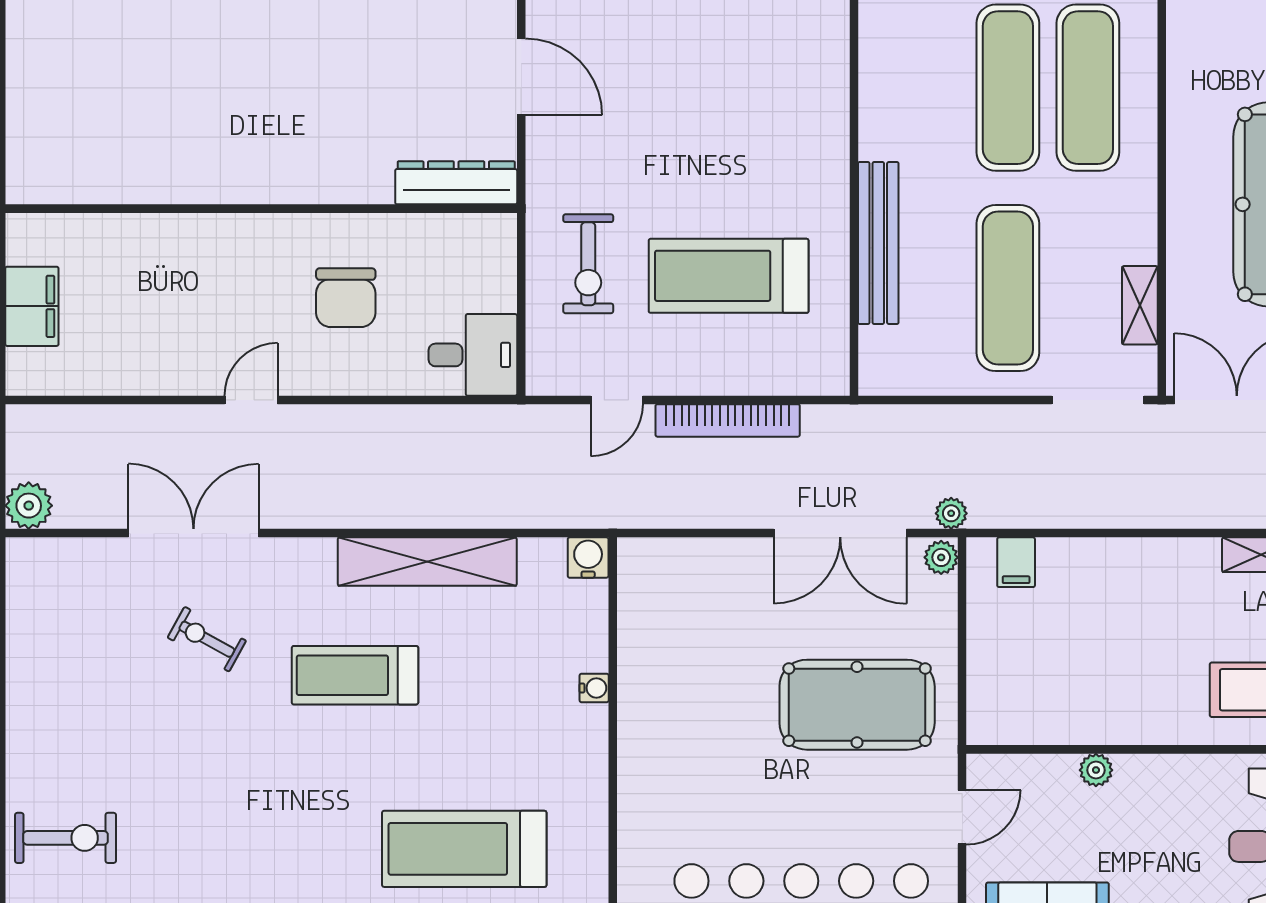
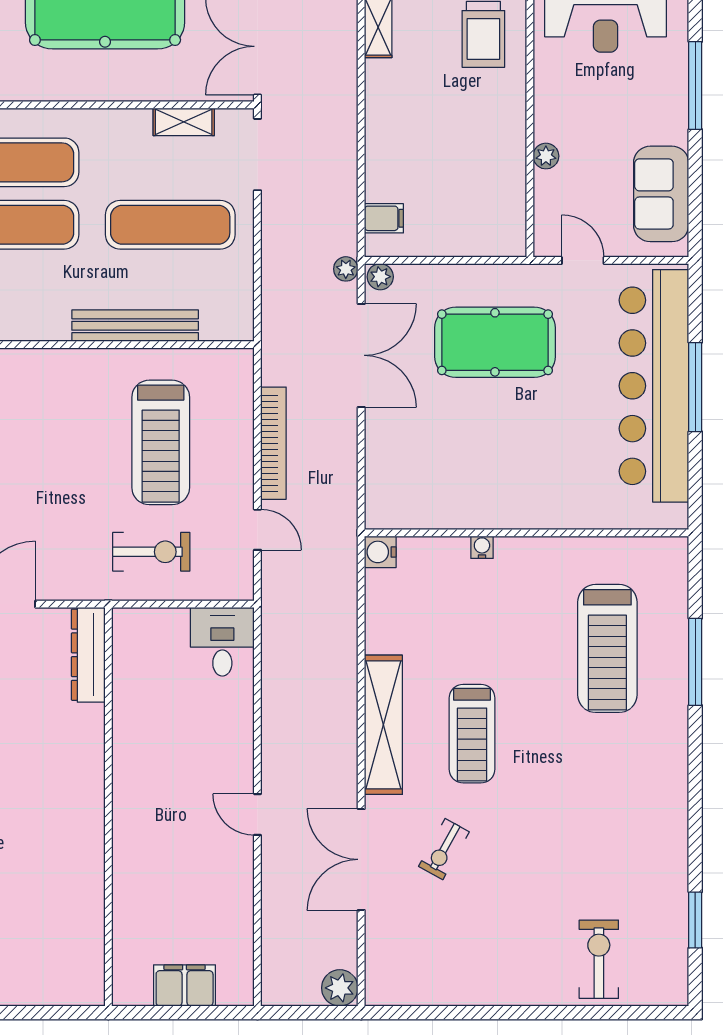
chair: (346, 298) -> (178, 741), removed
shelving: (427, 562) -> (383, 725), moved
pool table: (857, 705) -> (495, 342), turned 90

